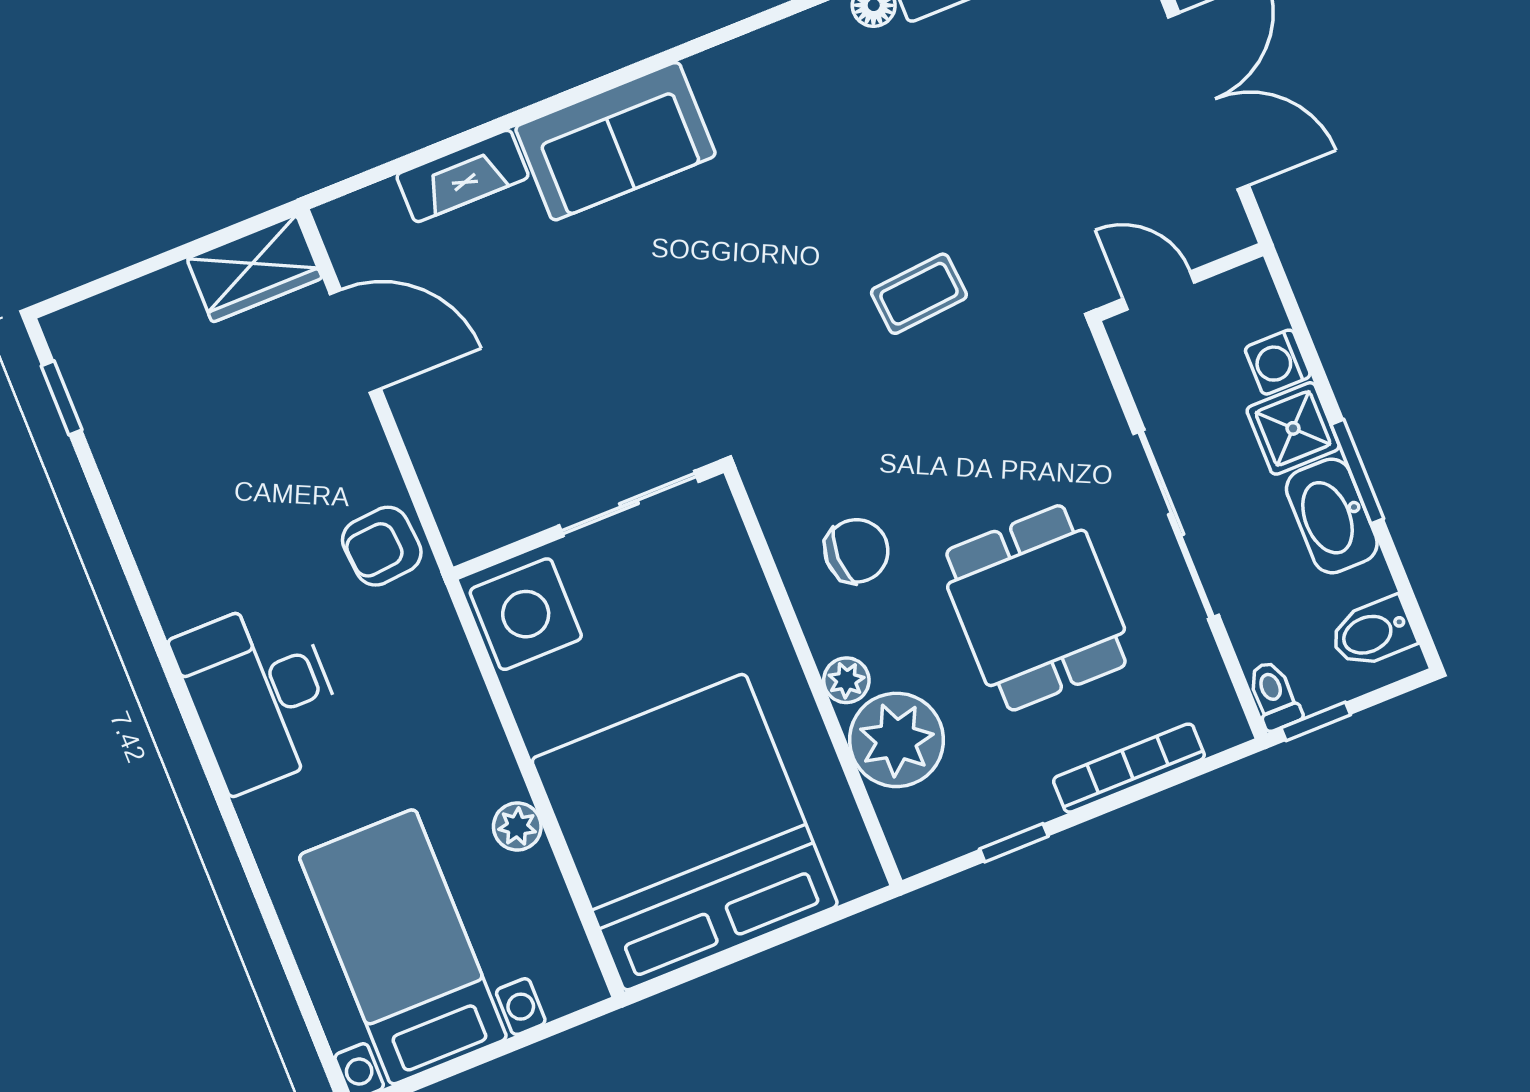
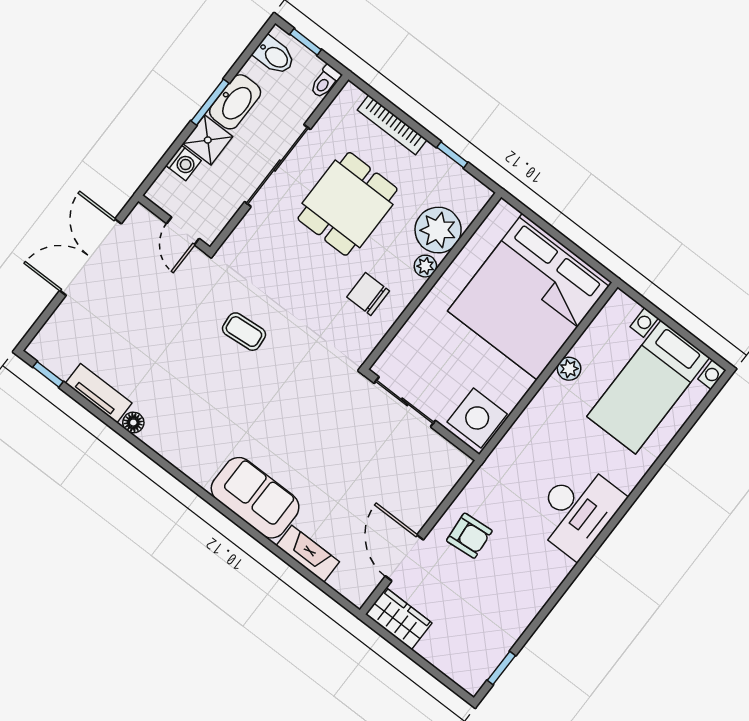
armchair: (382, 546) -> (469, 536), moved
window: (1316, 721) -> (306, 42), moved

